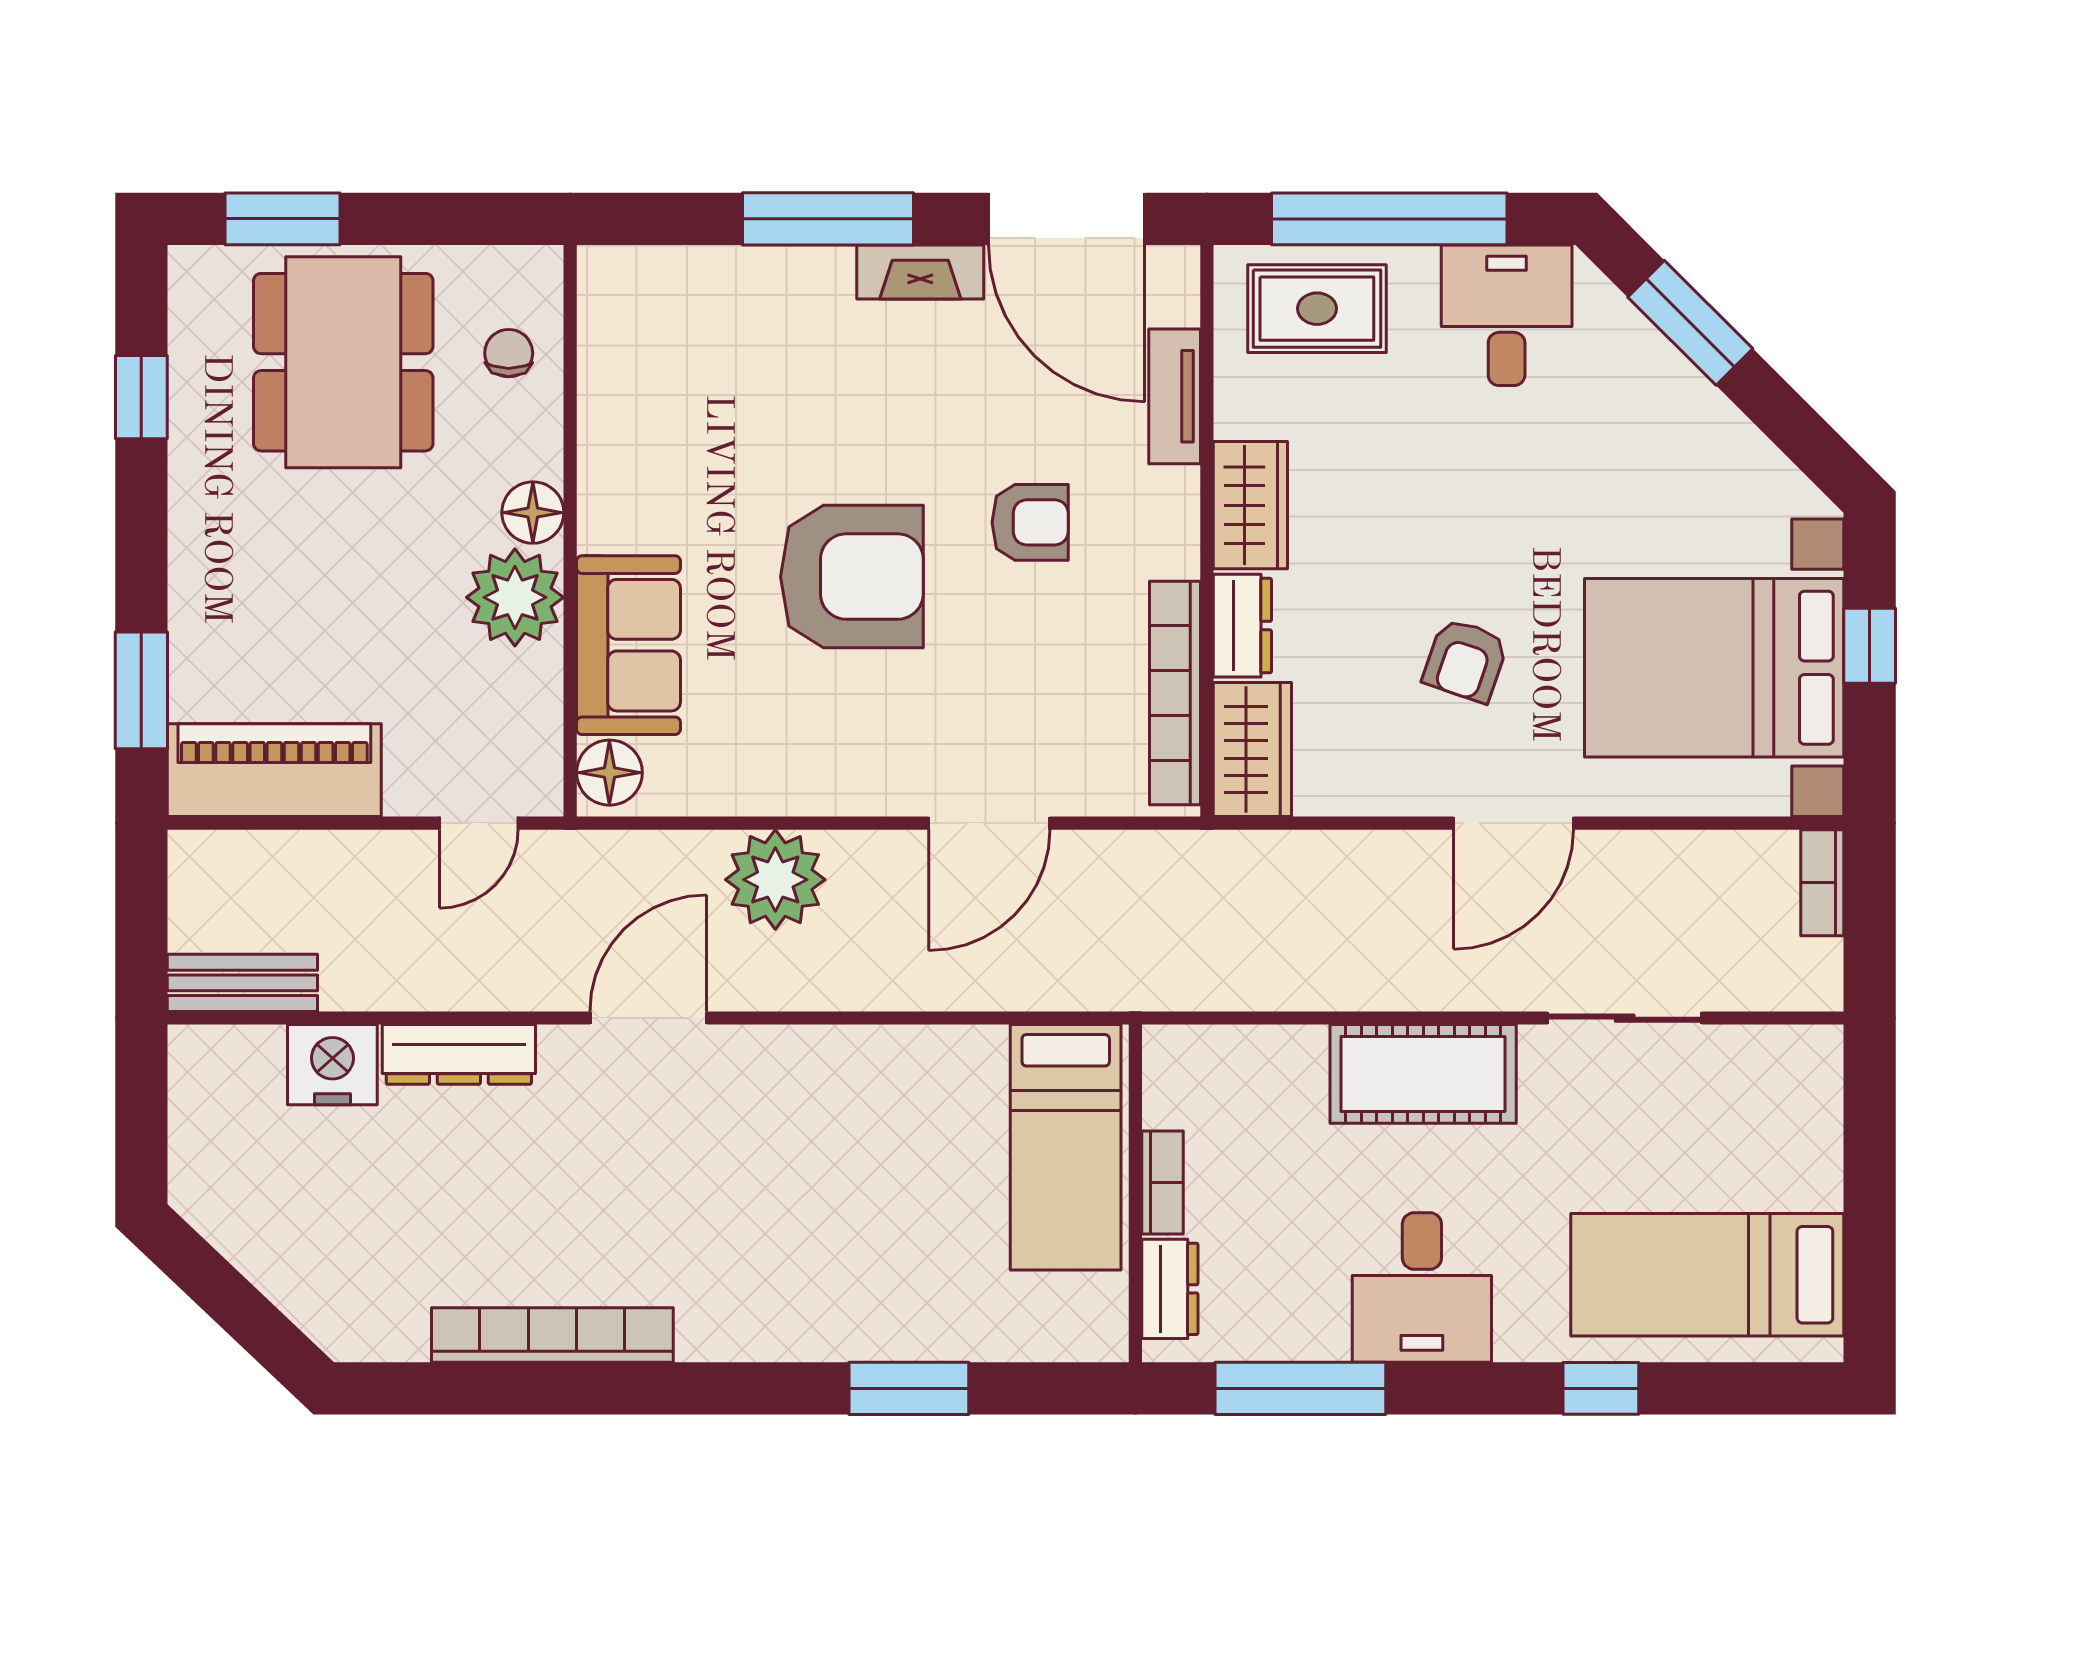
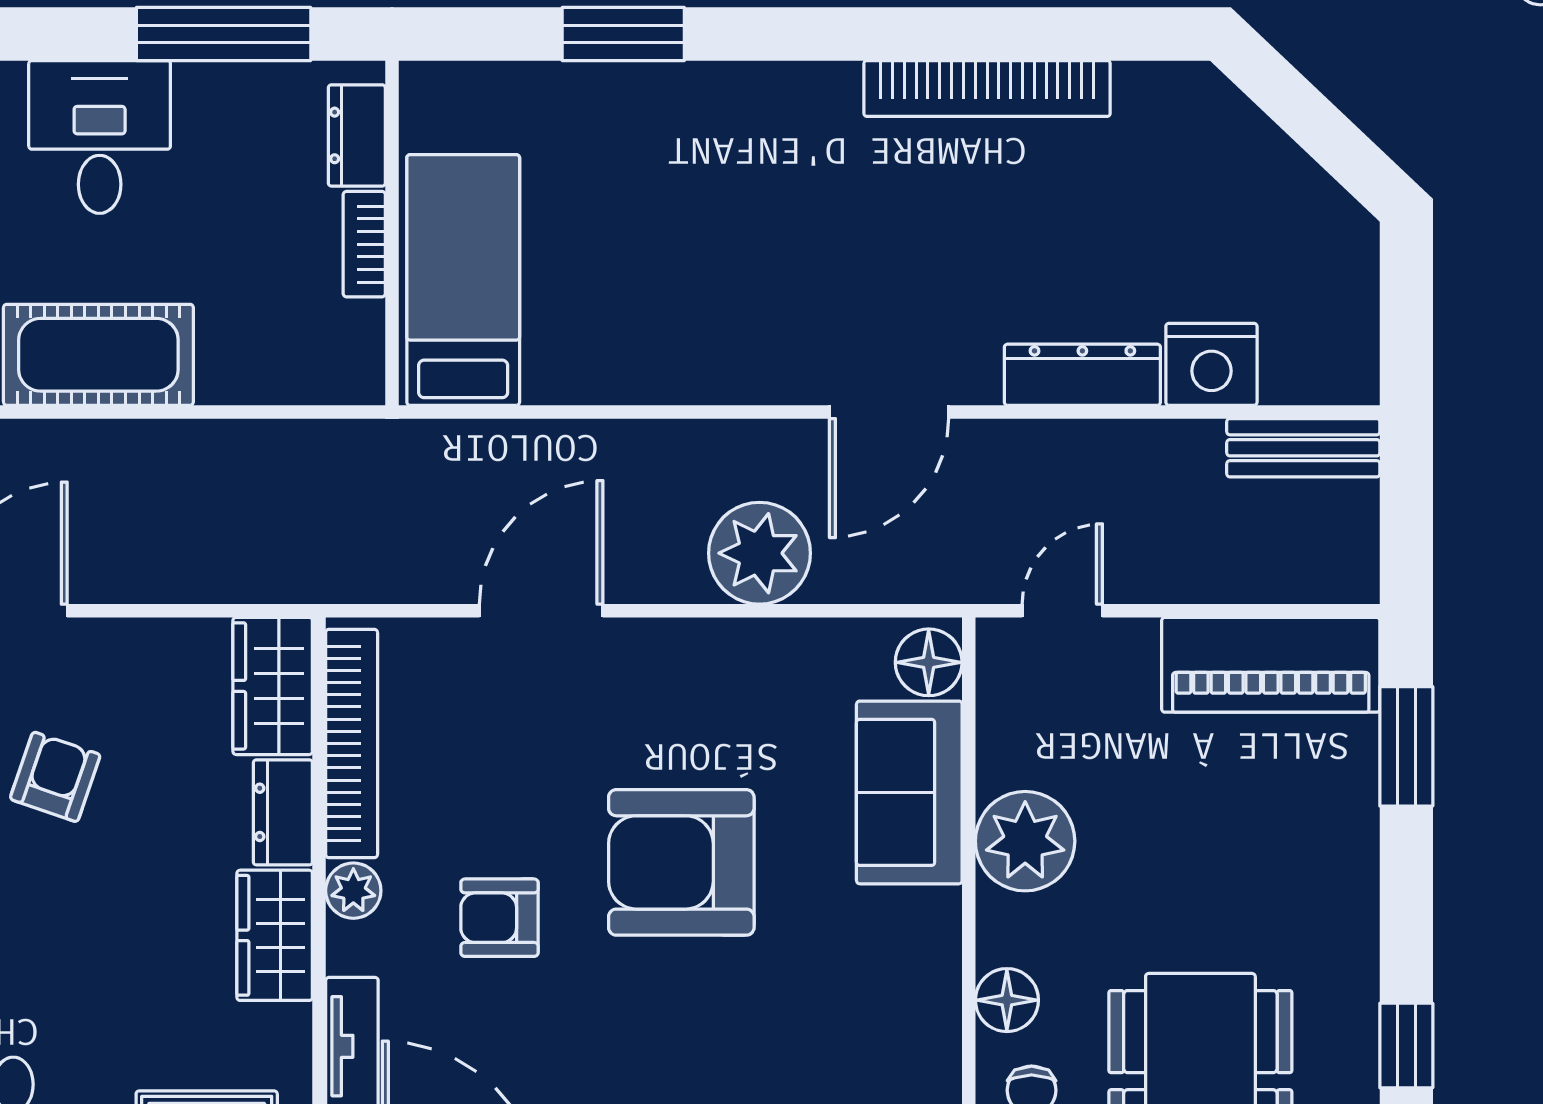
floor lamp: (533, 513) -> (1007, 1000), moved
plant: (1173, 549) -> (353, 891), added

